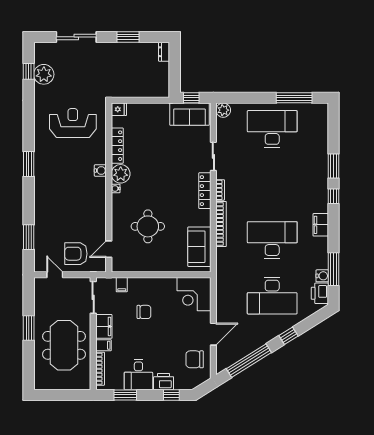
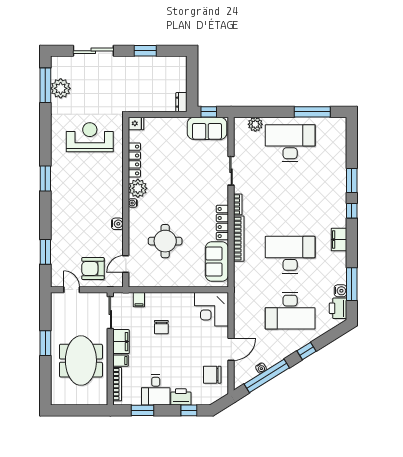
dresser: (164, 52) -> (181, 102), moved
window: (29, 71) -> (45, 85), width x2.17
plant: (223, 110) -> (255, 124), moved
water cooler: (100, 170) -> (117, 224), moved
locker: (205, 191) -> (222, 223), moved
chair: (144, 312) -> (161, 327), turned 90
water cooler: (243, 353) -> (261, 368), added

